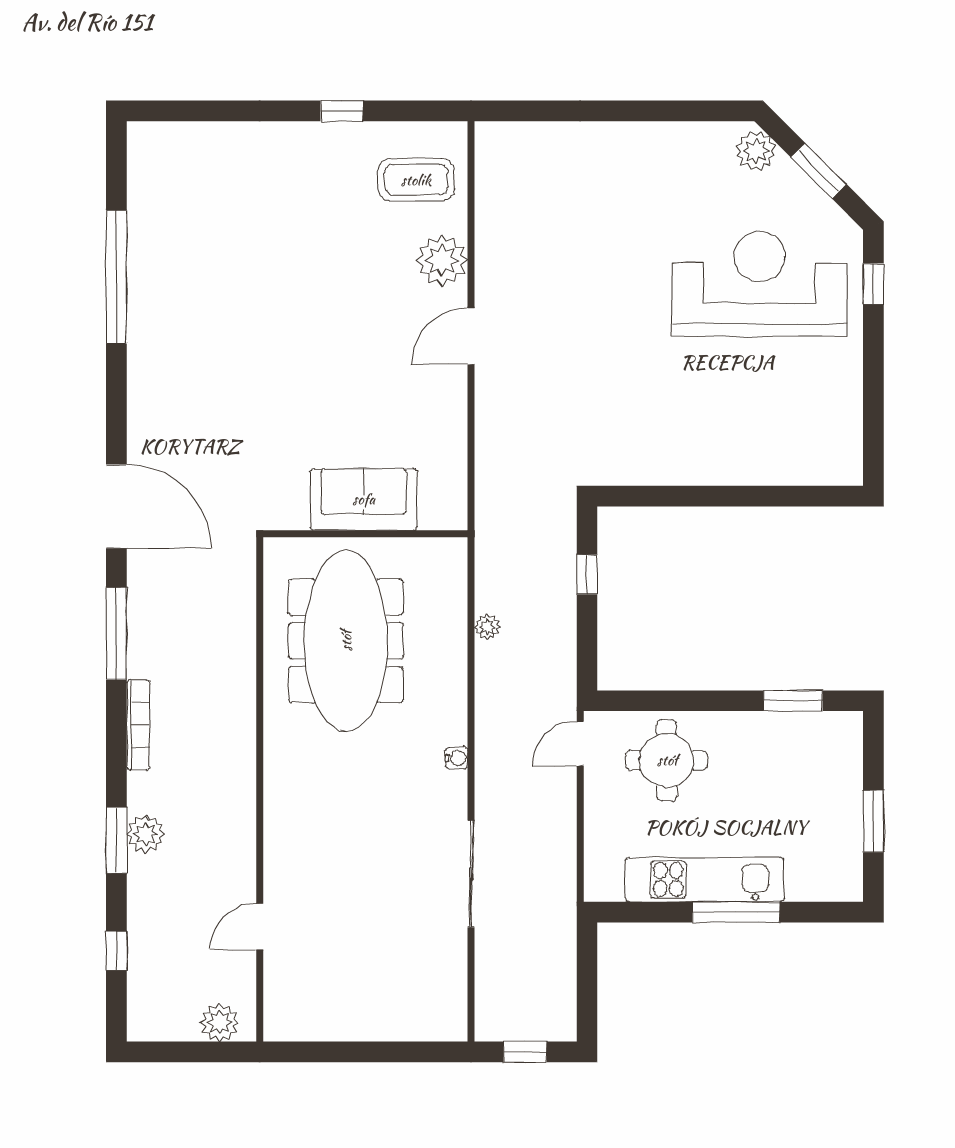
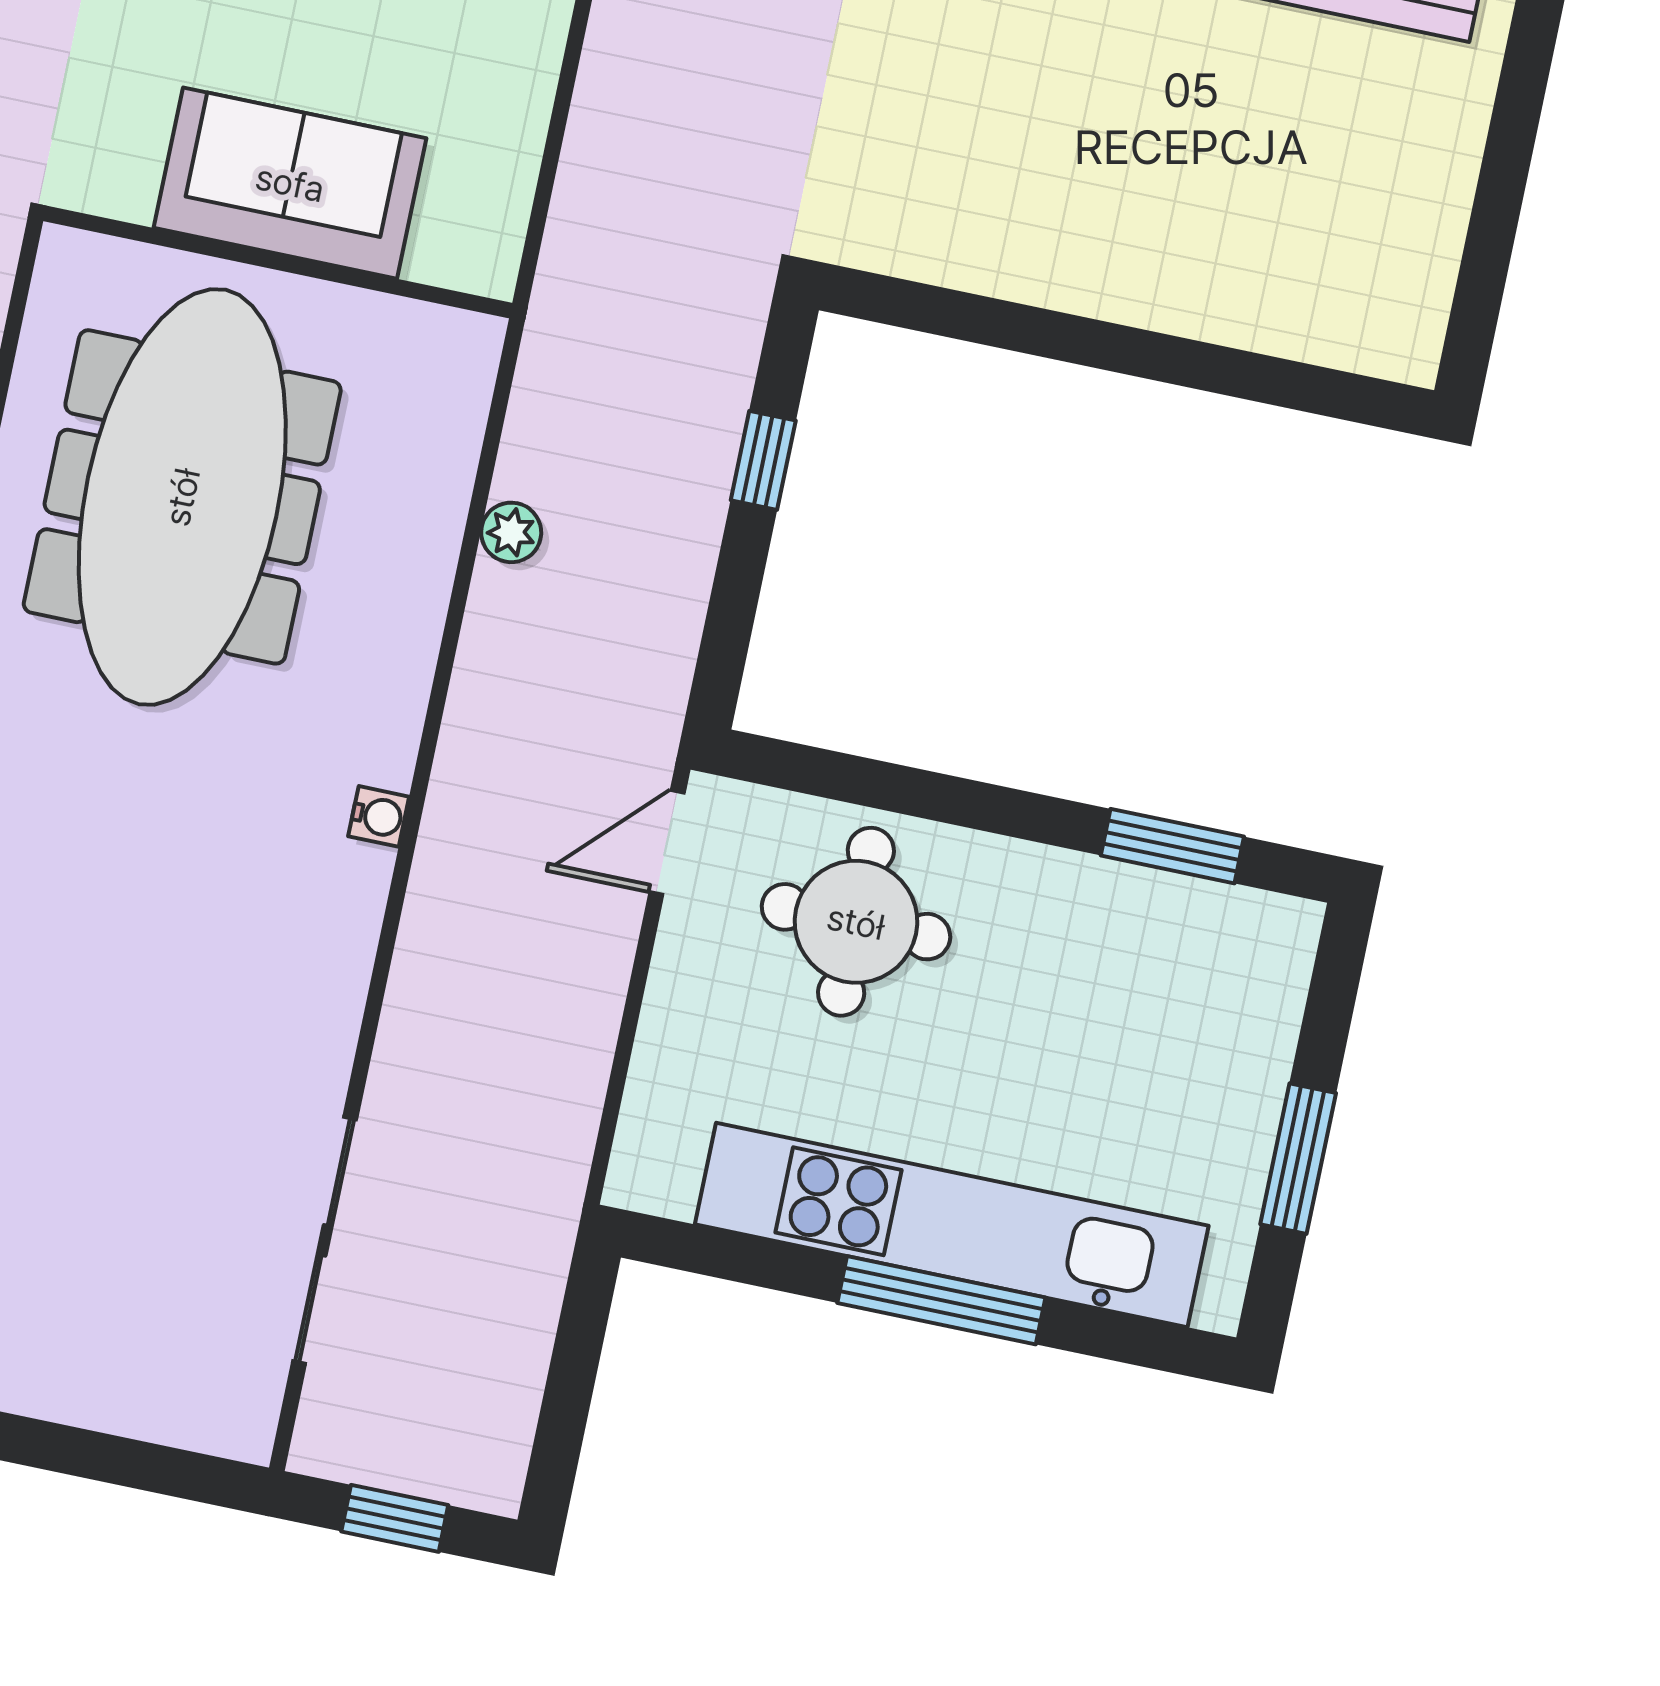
sliding door: (471, 874) -> (325, 1240), moved
kitchen unit: (705, 880) -> (952, 1225), width x1.36

